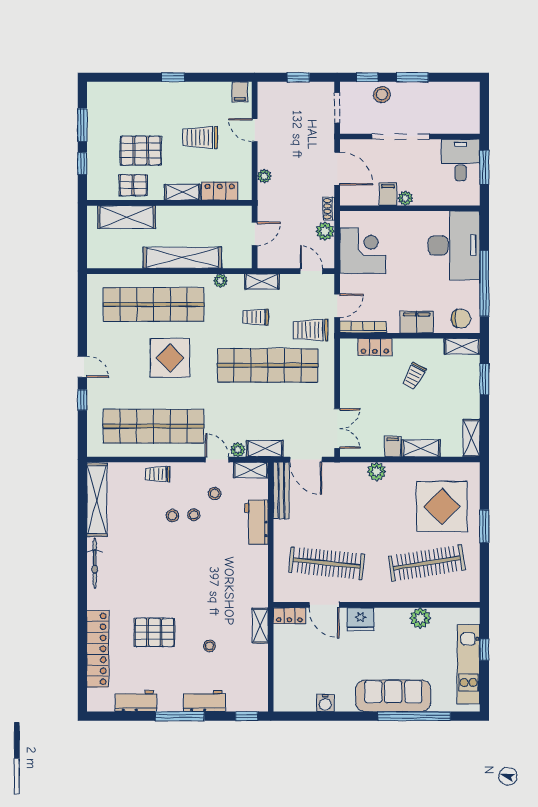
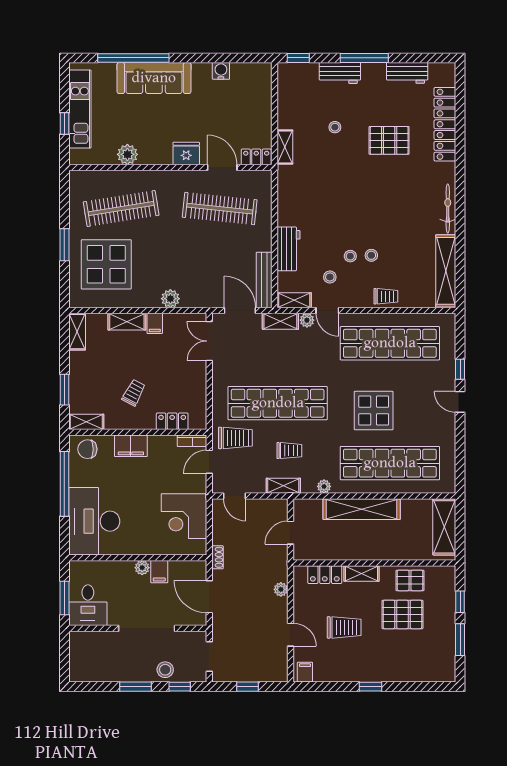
shelving: (127, 217) -> (444, 527), moved, turned 90
plant: (325, 231) -> (221, 535), removed
bookcase: (363, 327) -> (192, 441), width x0.64

